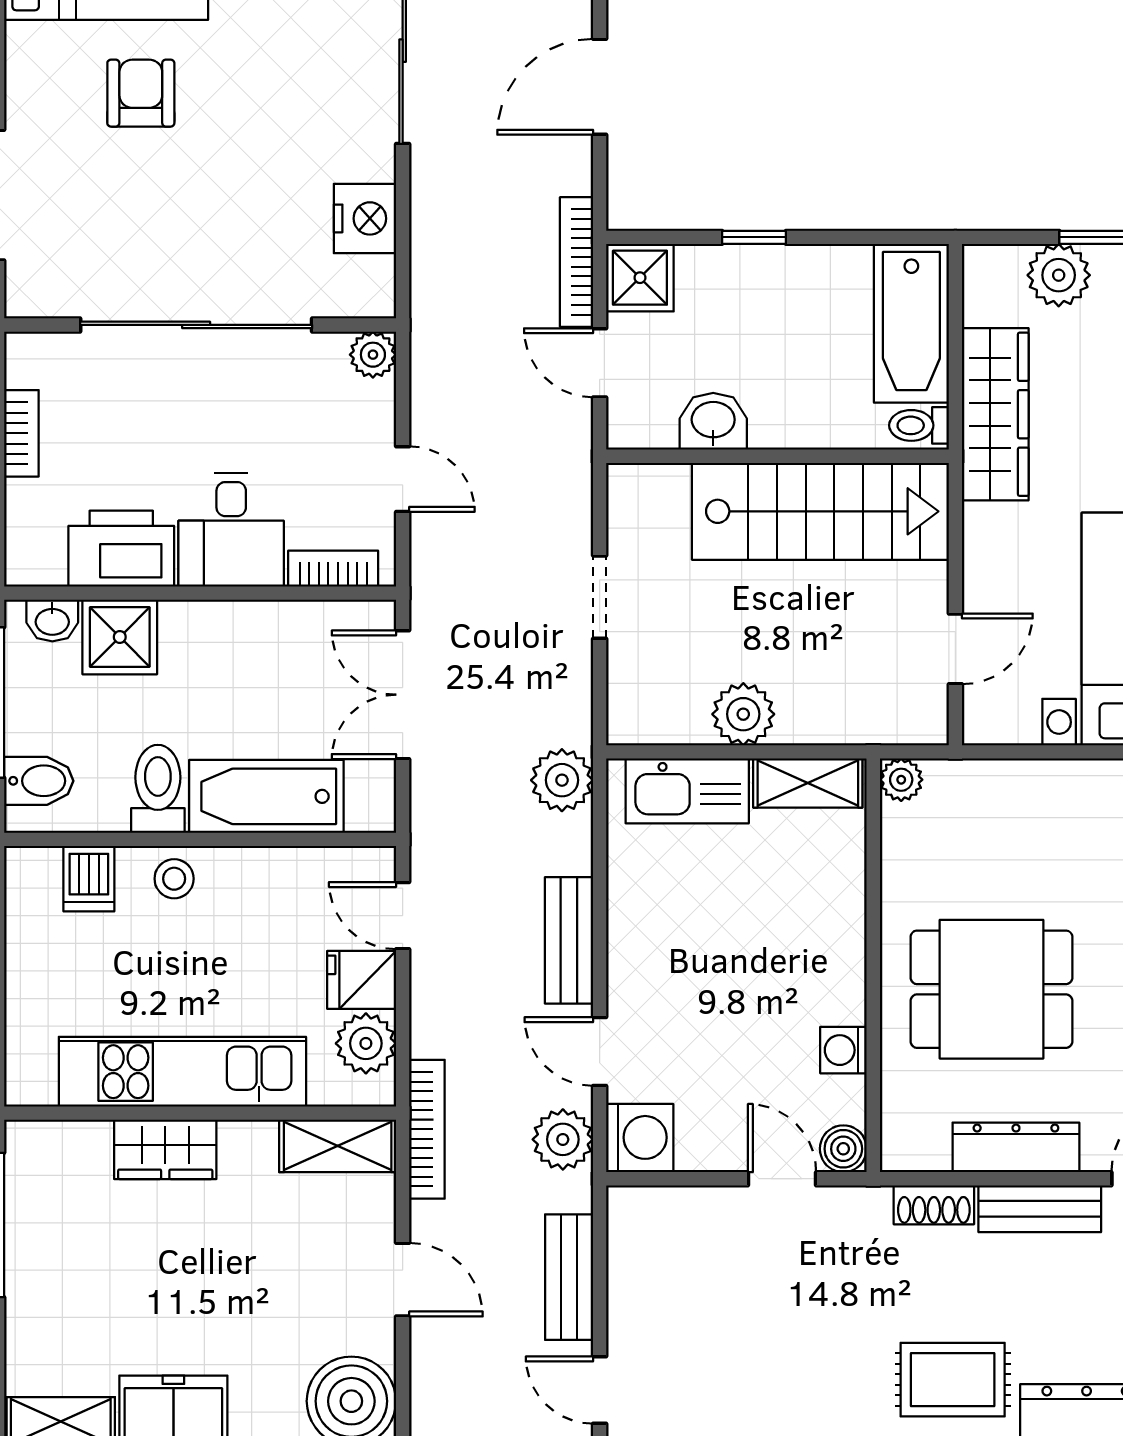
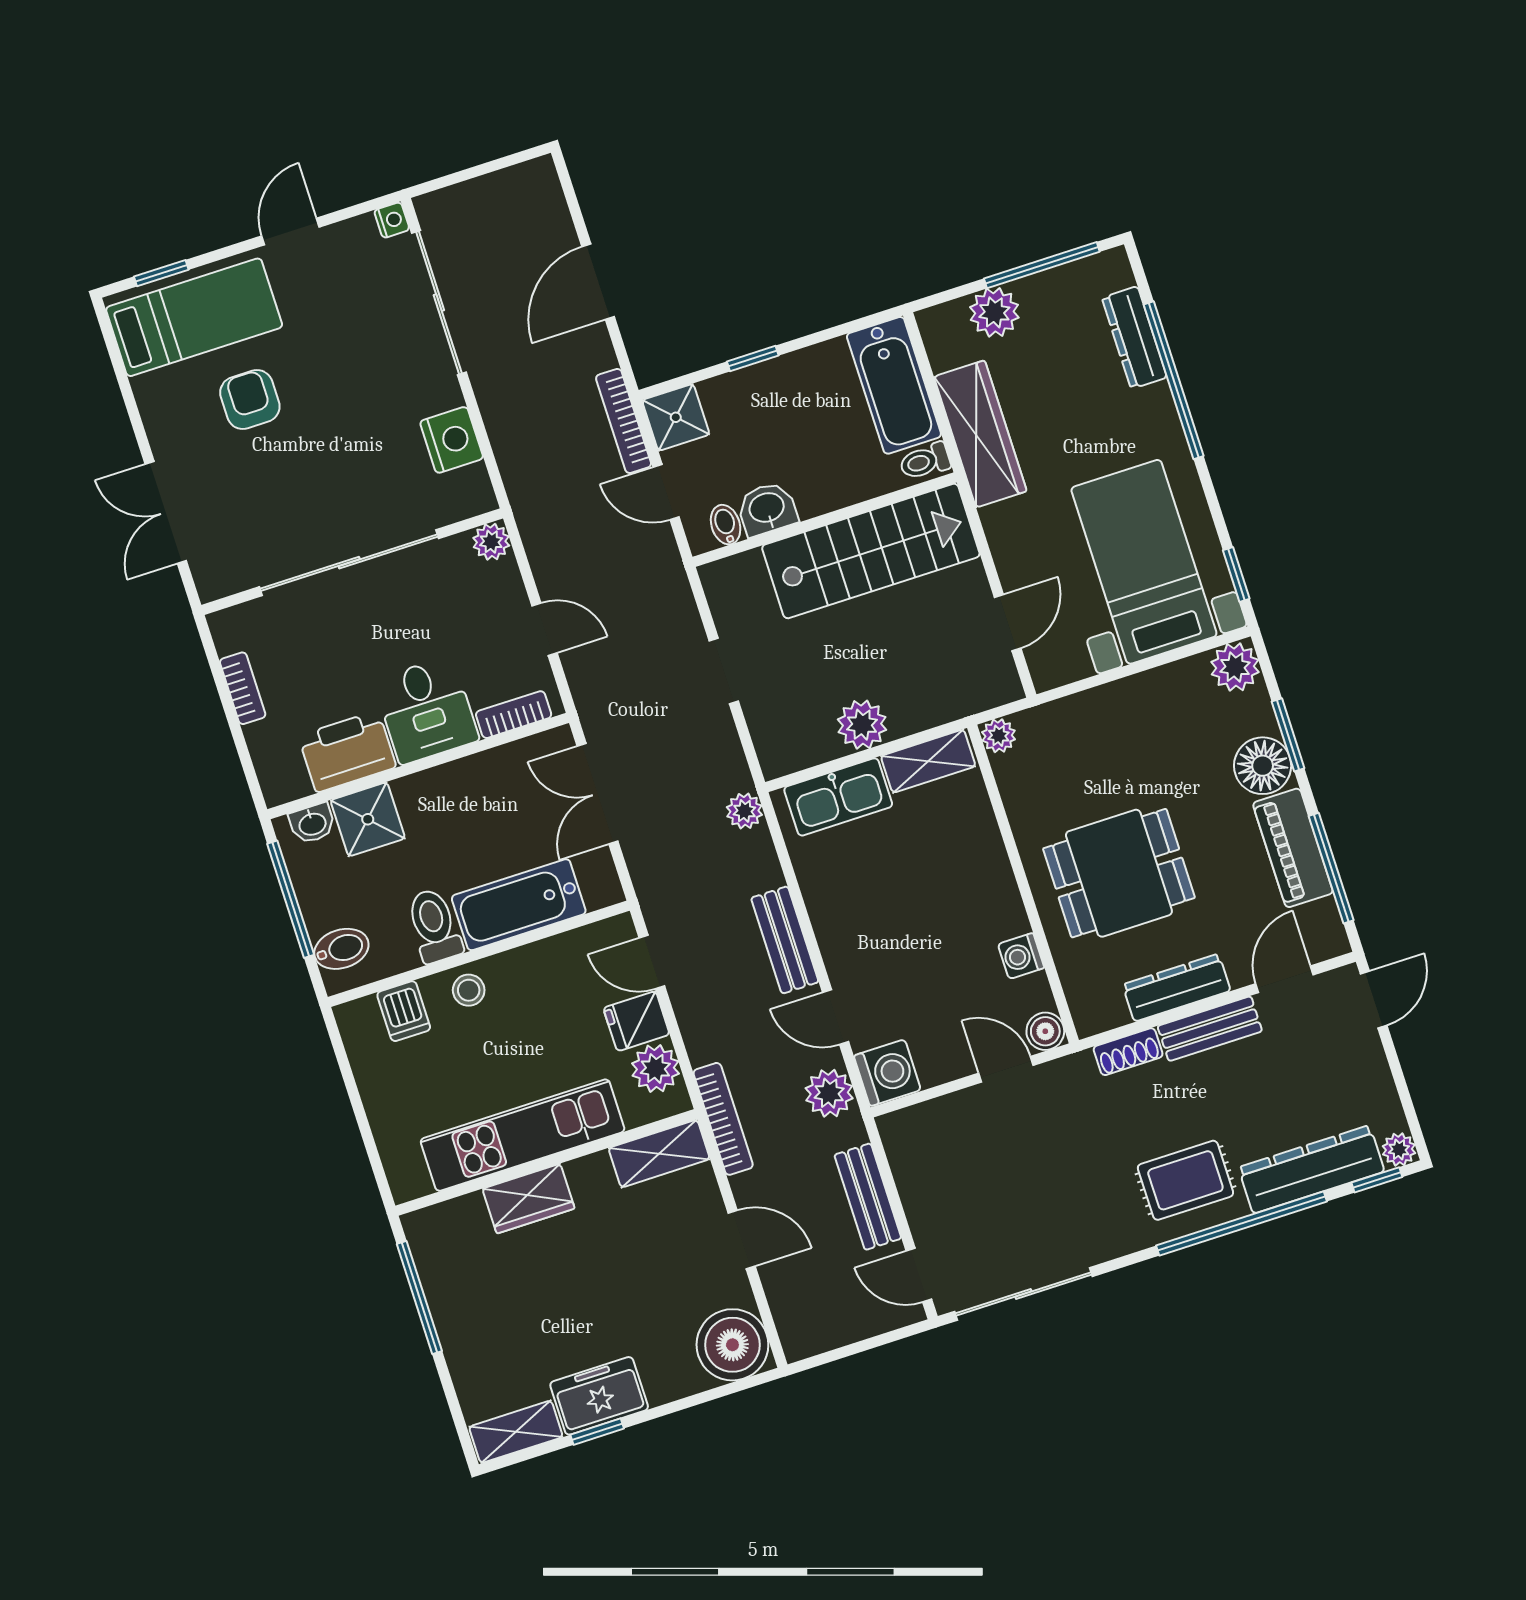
bidet: (658, 424) -> (726, 525), added
plant: (562, 780) -> (744, 811), width x0.73, depth x0.73

